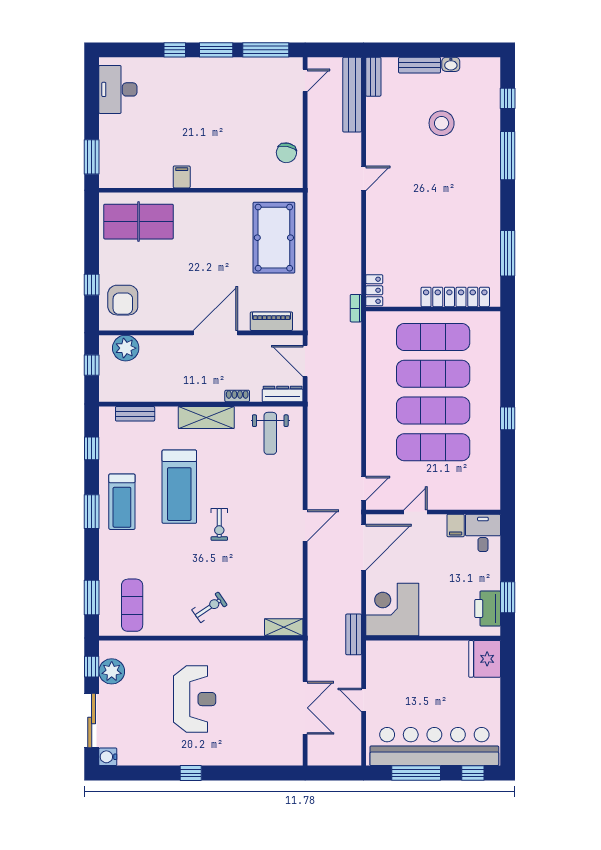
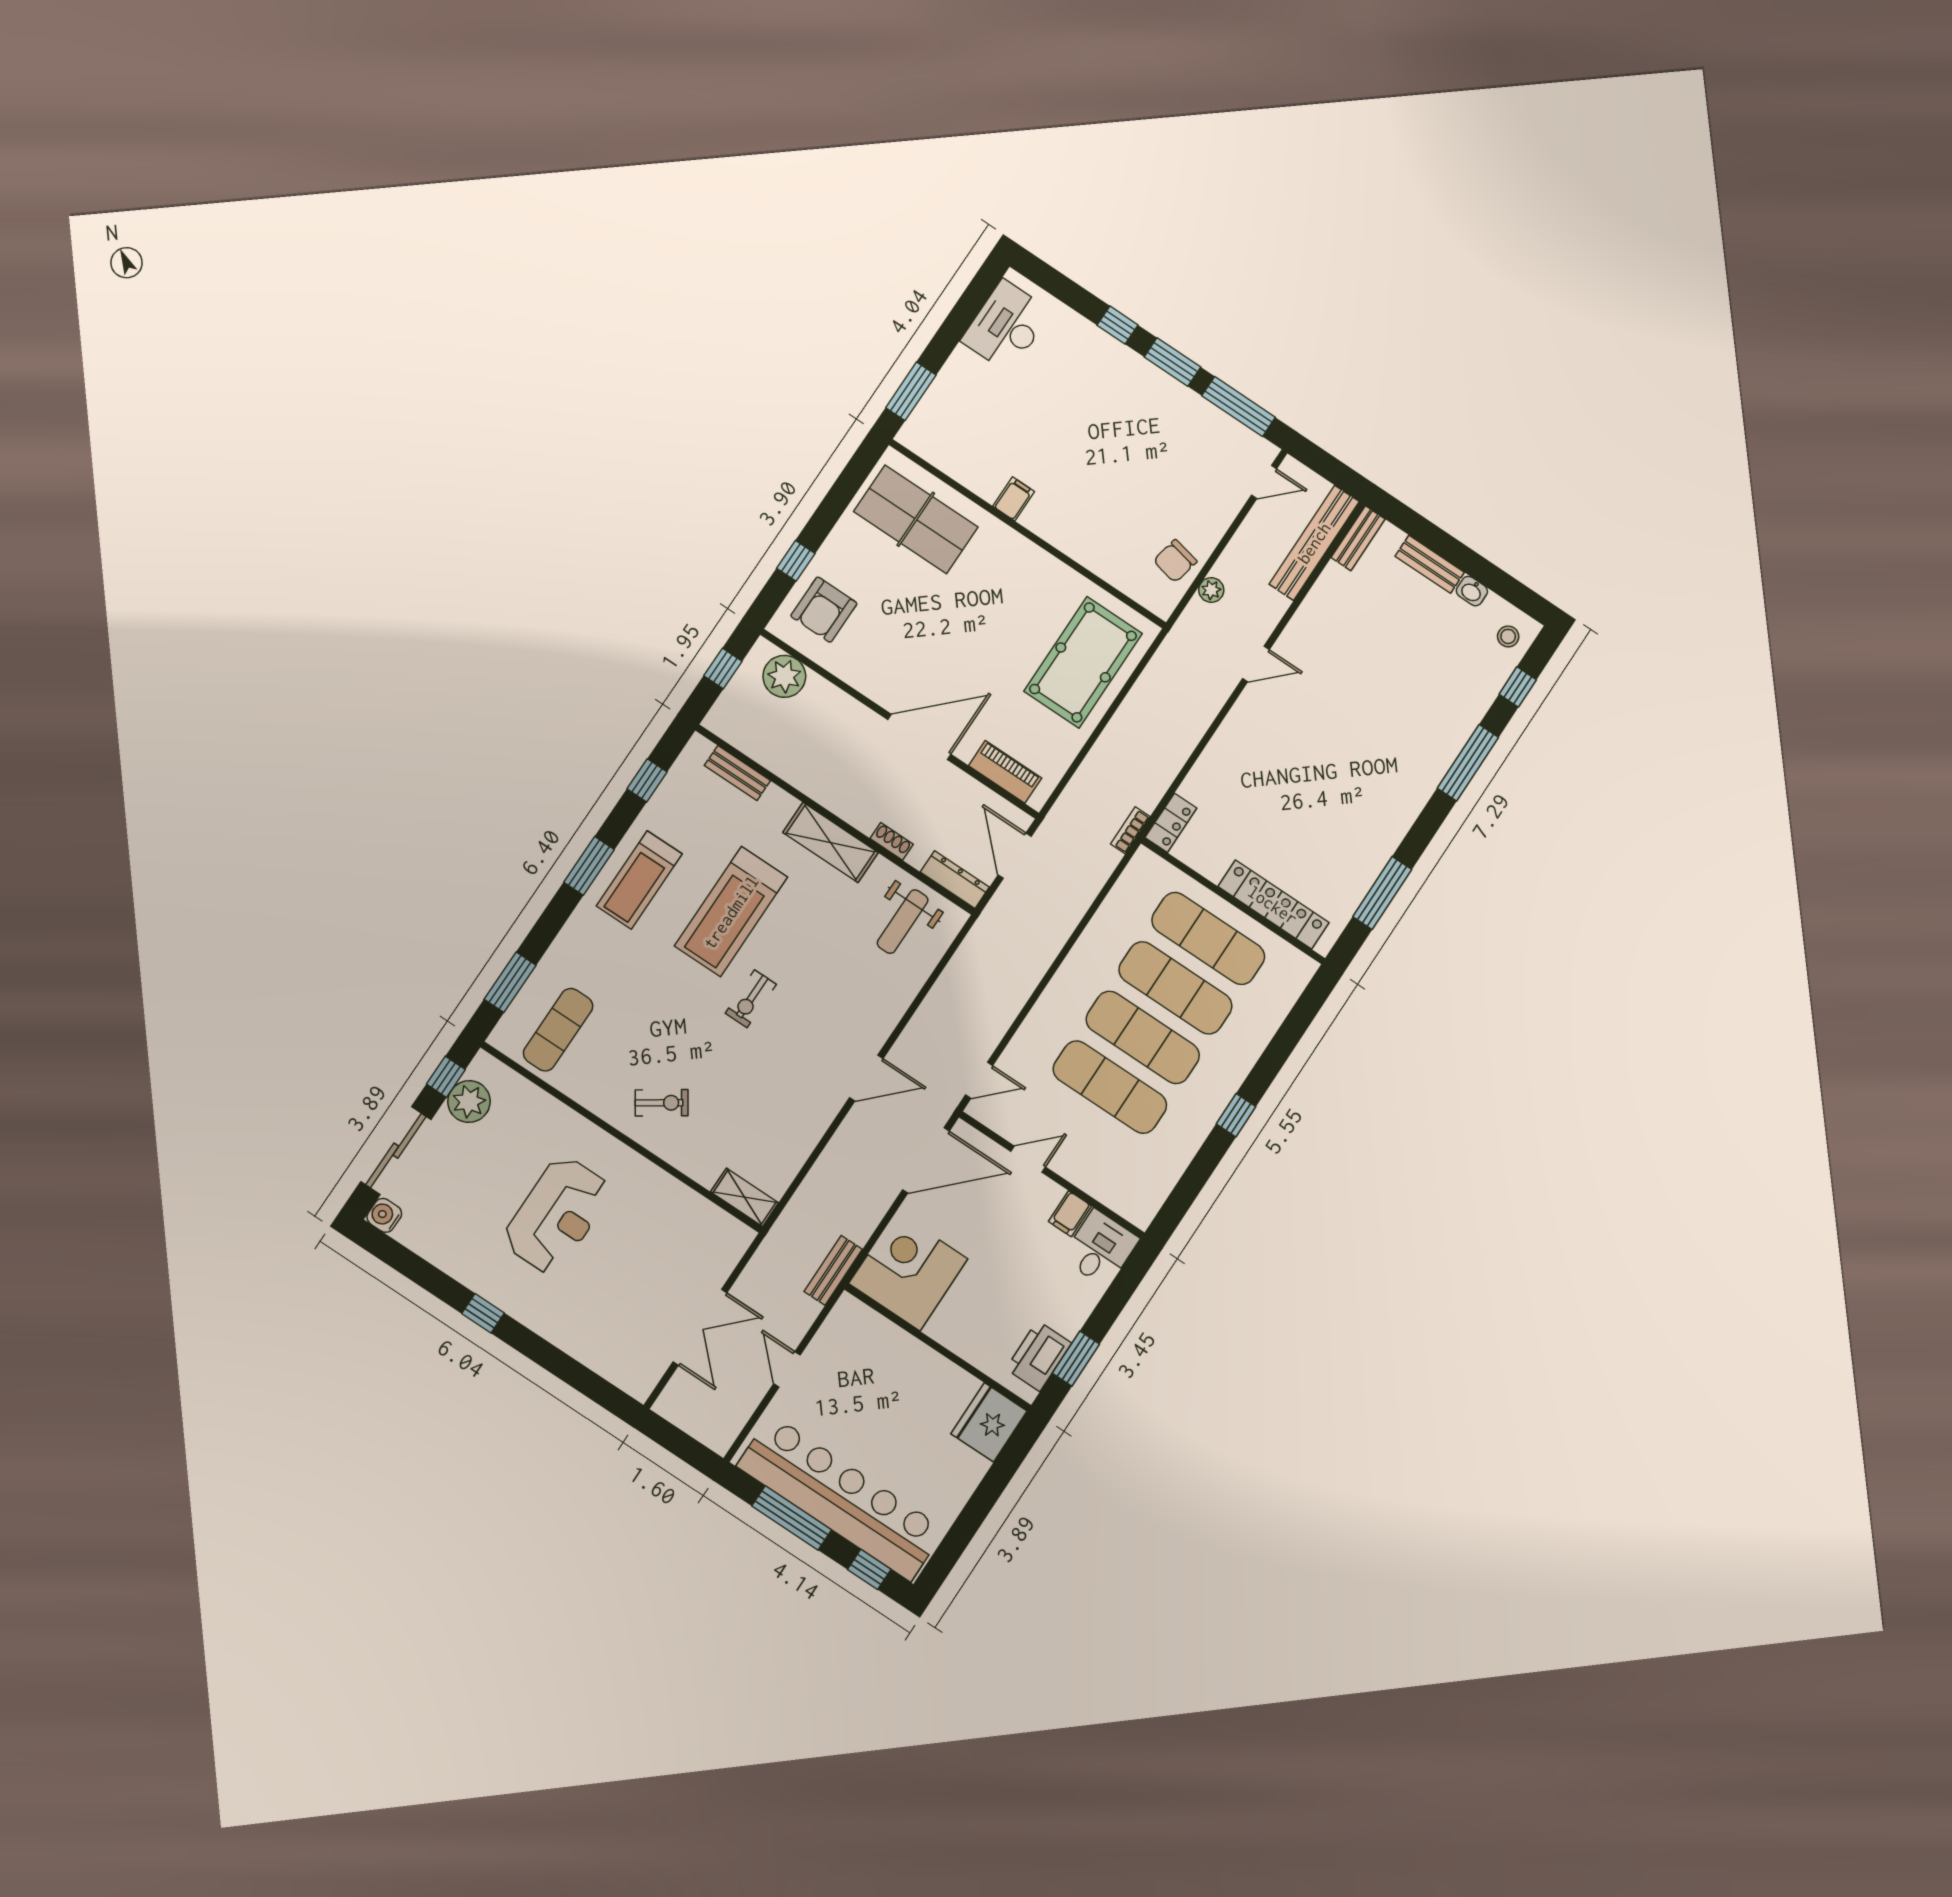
stool: (442, 123) -> (1508, 636), moved, width x0.53, depth x0.53
plant: (315, 155) -> (1211, 590), added

